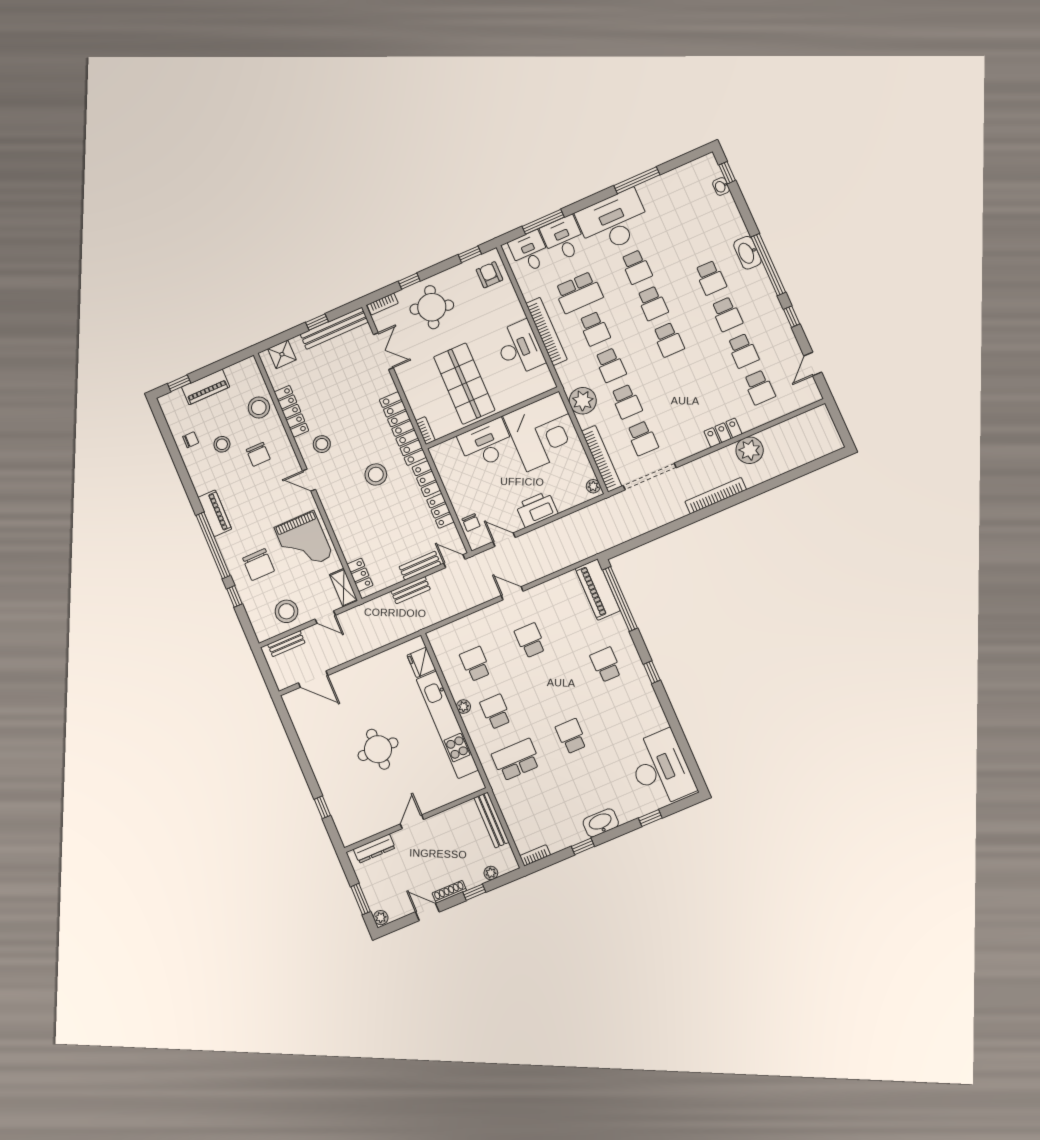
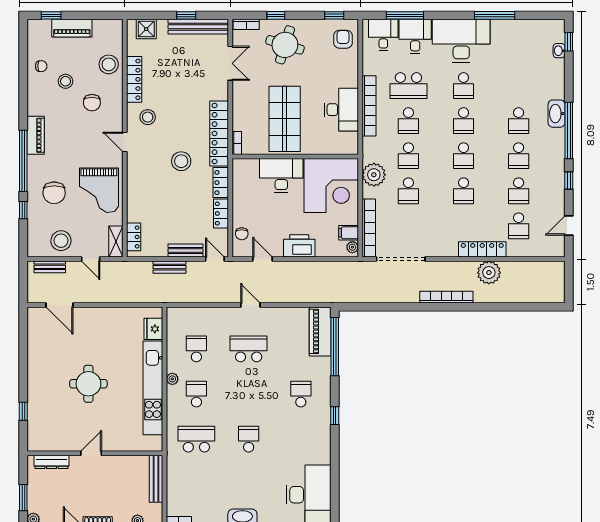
locker: (723, 433) -> (482, 249), width x1.53
school desk: (643, 438) -> (464, 191), moved
filing cabinet: (583, 473) -> (349, 233), added
school desk: (530, 640) -> (249, 349), width x1.85

